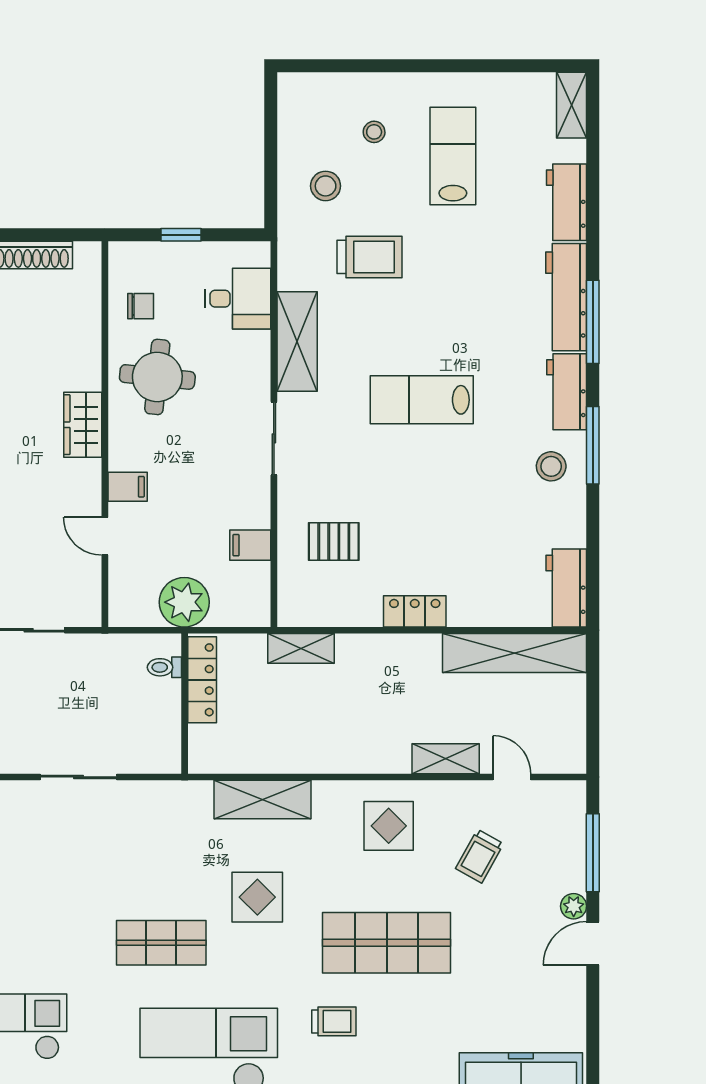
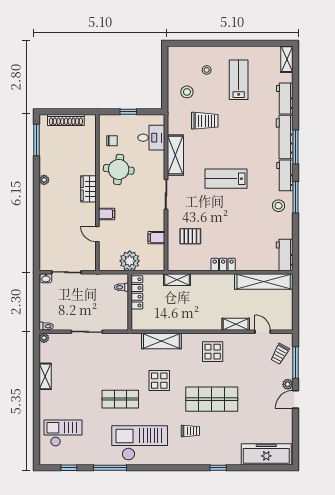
trolley: (480, 856) -> (280, 354), moved

